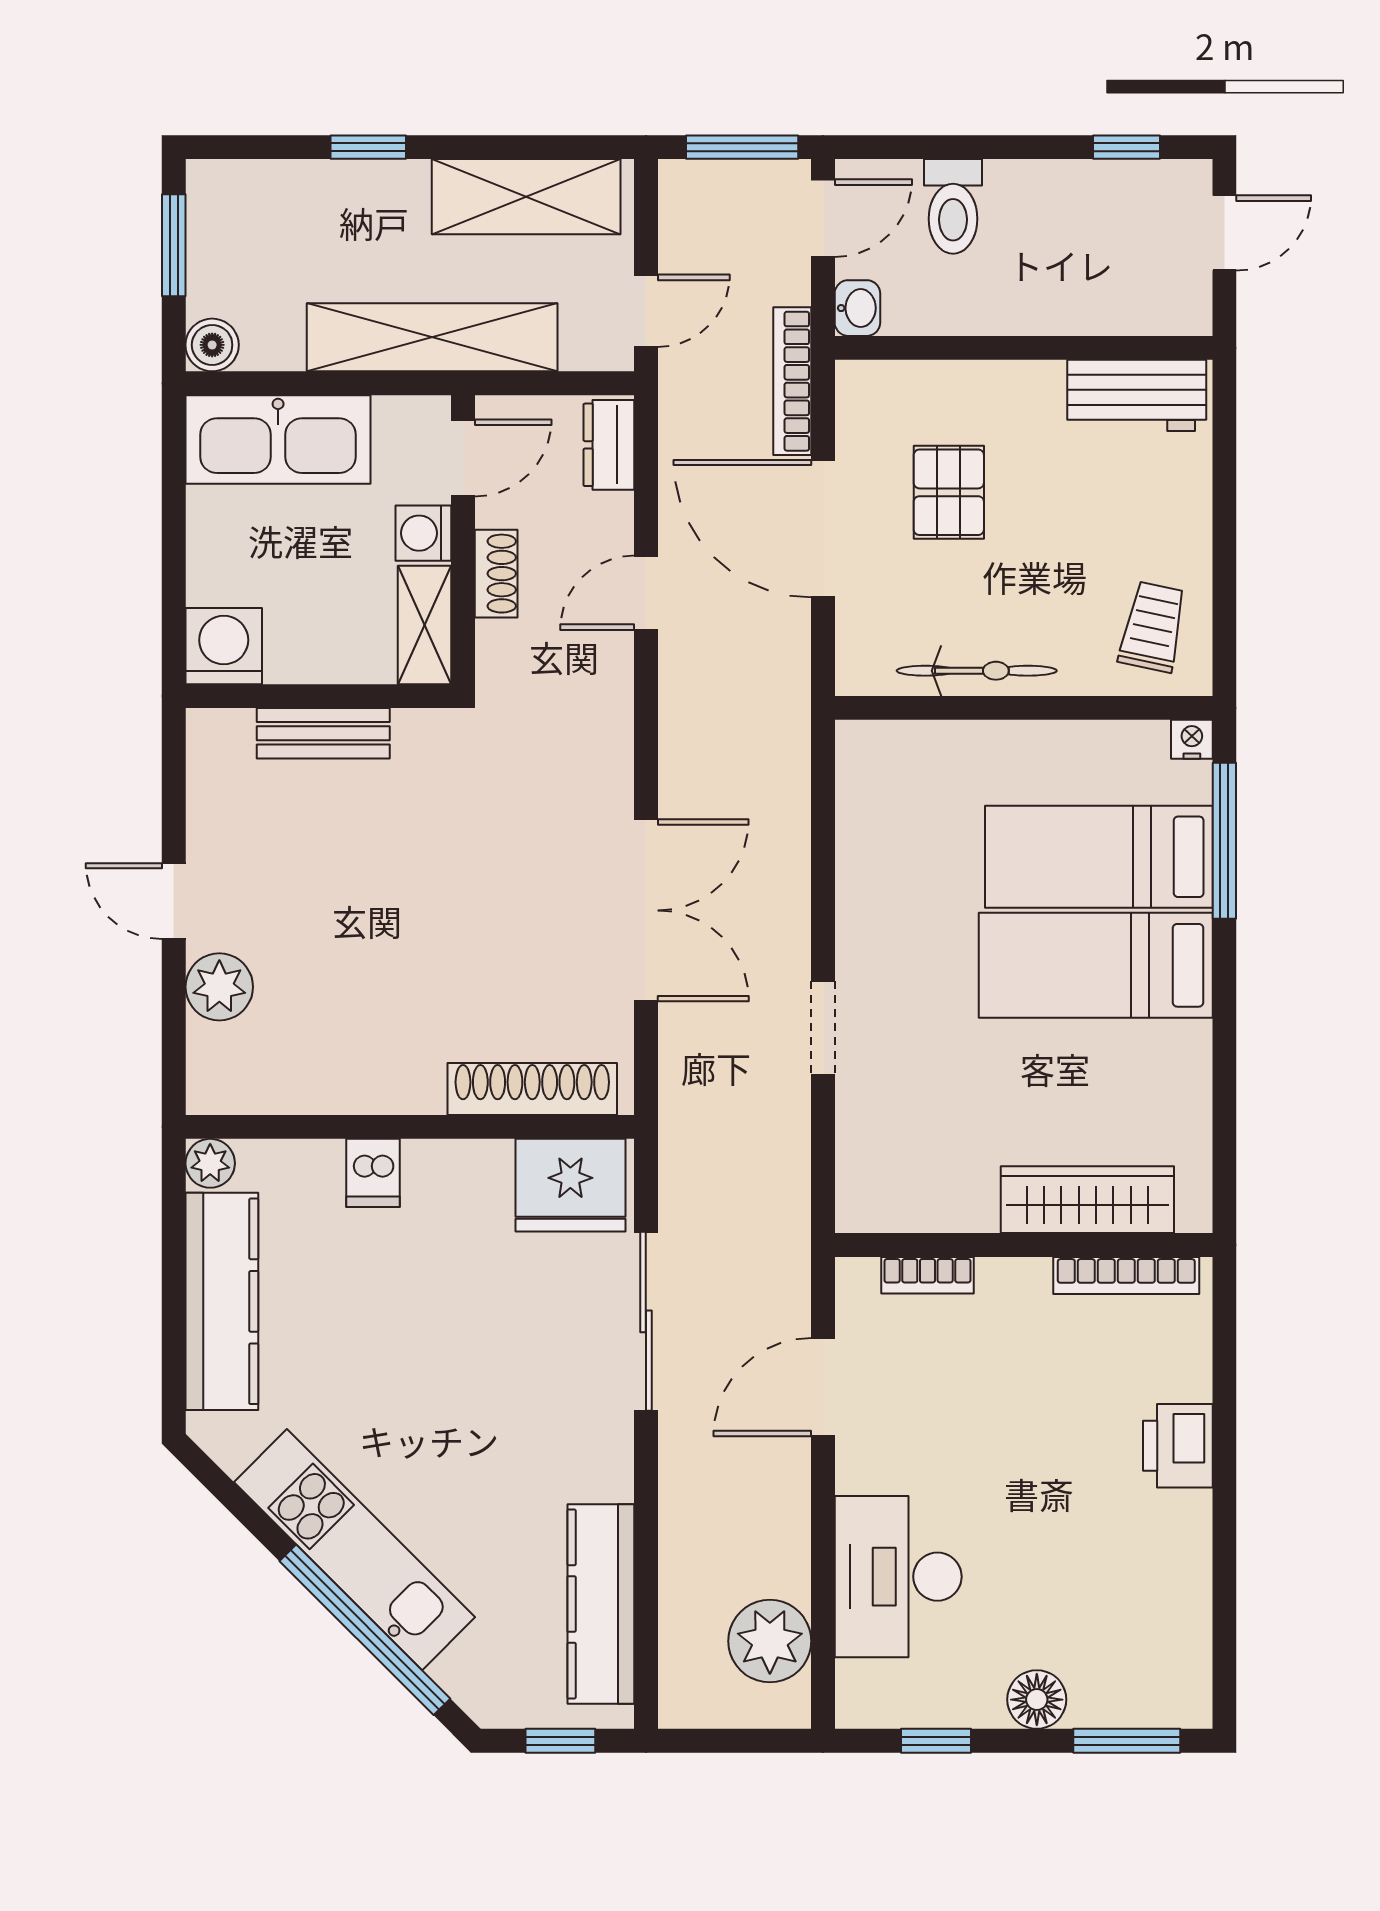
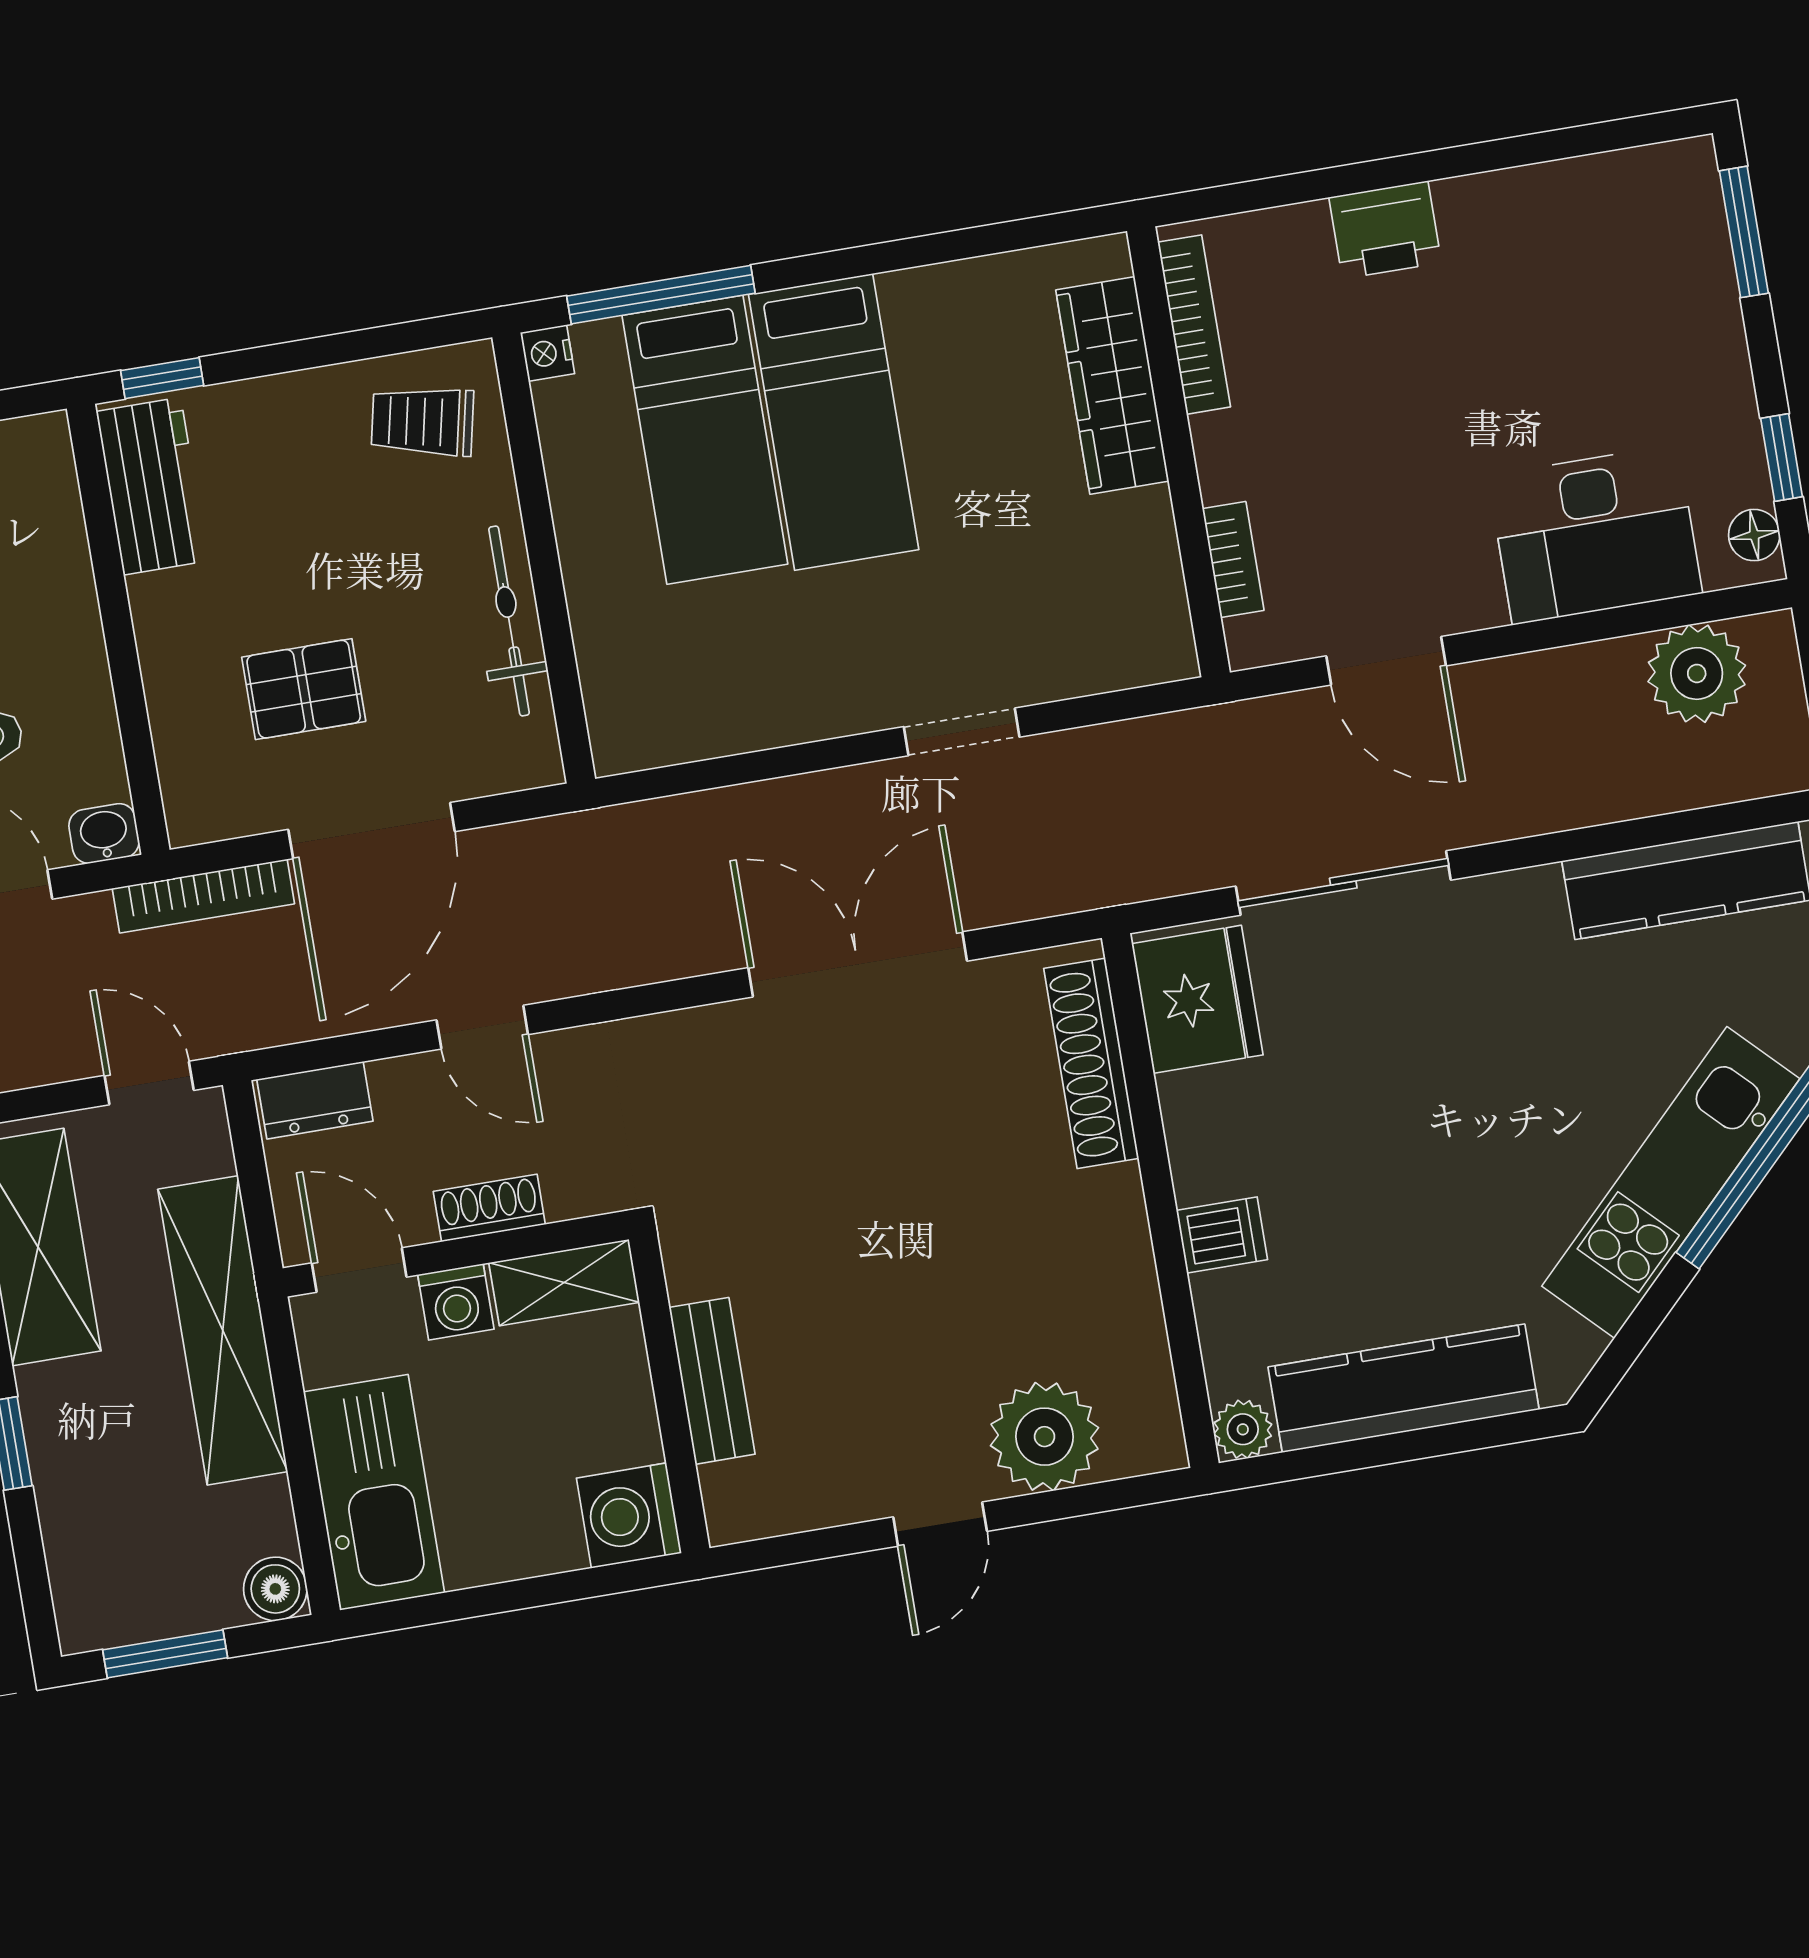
window: (1224, 419) -> (162, 378), added
plant: (219, 987) -> (1045, 1437), width x1.36, depth x1.36
floor lamp: (1037, 1700) -> (1754, 535), moved, width x0.73, depth x0.73

